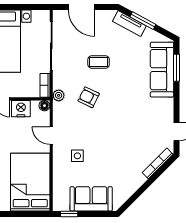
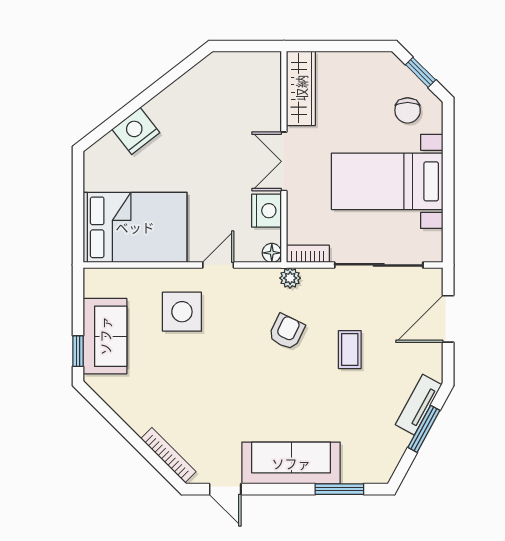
sofa: (162, 70) -> (291, 463), moved
side table: (77, 156) -> (182, 312), width x1.87, depth x1.87
window: (69, 214) -> (78, 351), moved

